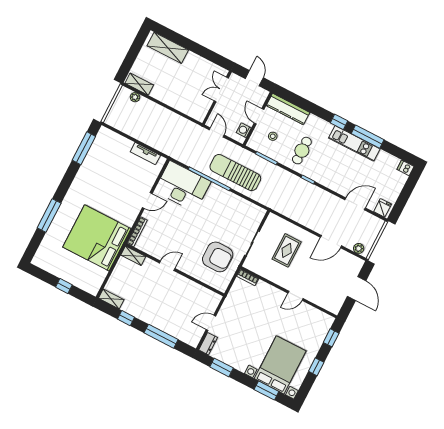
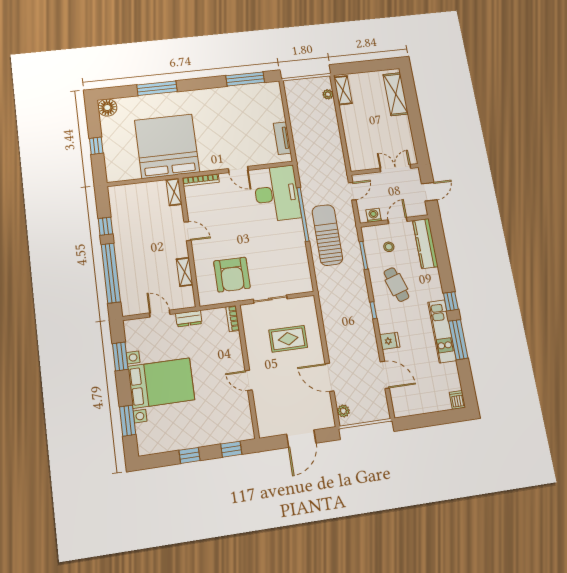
cafe table: (302, 151) -> (396, 285), turned 72
fridge: (383, 208) -> (390, 341), moved
floor lamp: (41, 260) -> (107, 108), added
shelving: (111, 299) -> (184, 272), moved
window: (161, 336) -> (111, 273), width x1.46
dresser: (208, 344) -> (189, 319), moved
bed with nightstands: (280, 365) -> (161, 383), moved

